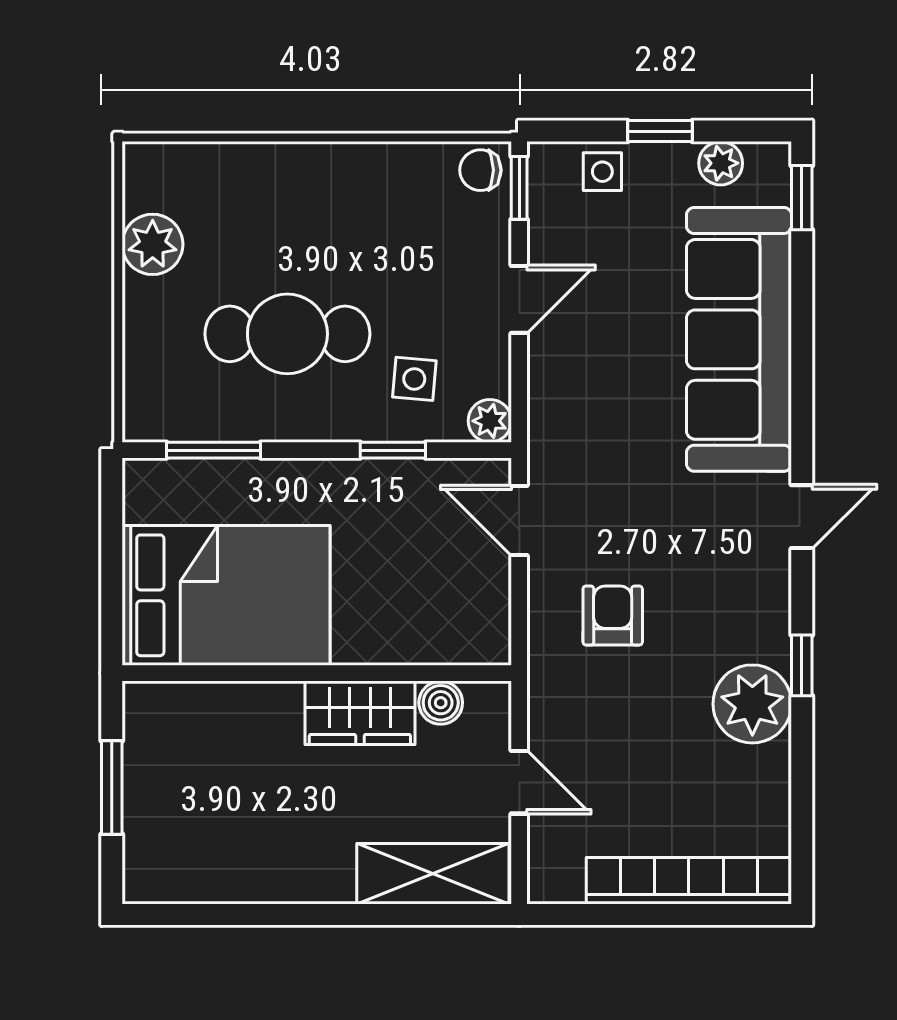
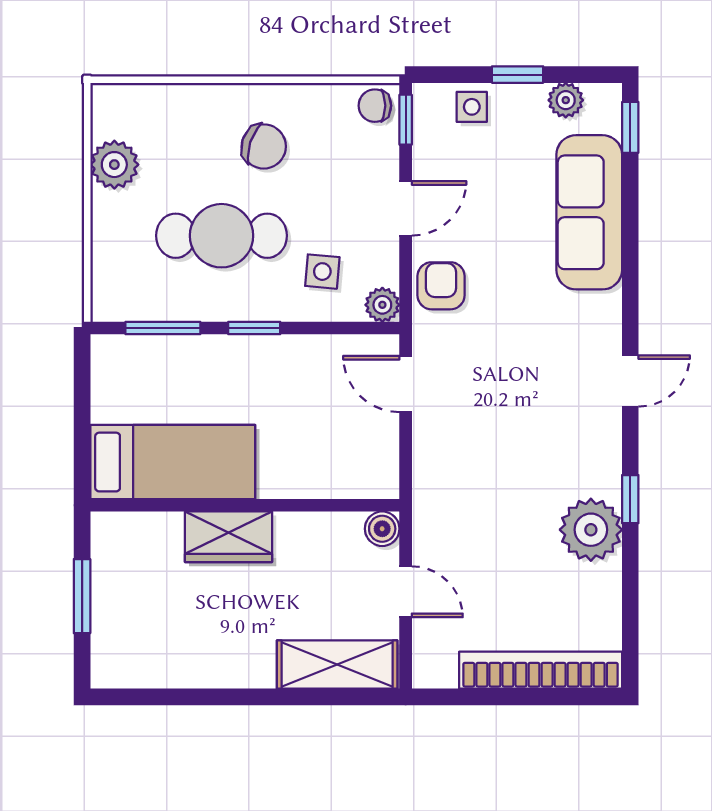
chair: (341, 222) -> (264, 146), added
sofa: (739, 339) -> (589, 212), width x0.74, depth x0.79
window: (393, 450) -> (254, 328), moved
bed: (226, 595) -> (173, 462), width x0.67
armchair: (613, 616) -> (441, 286), moved
boiler: (441, 703) -> (382, 529), moved
wardrobe: (360, 713) -> (229, 537), moved

